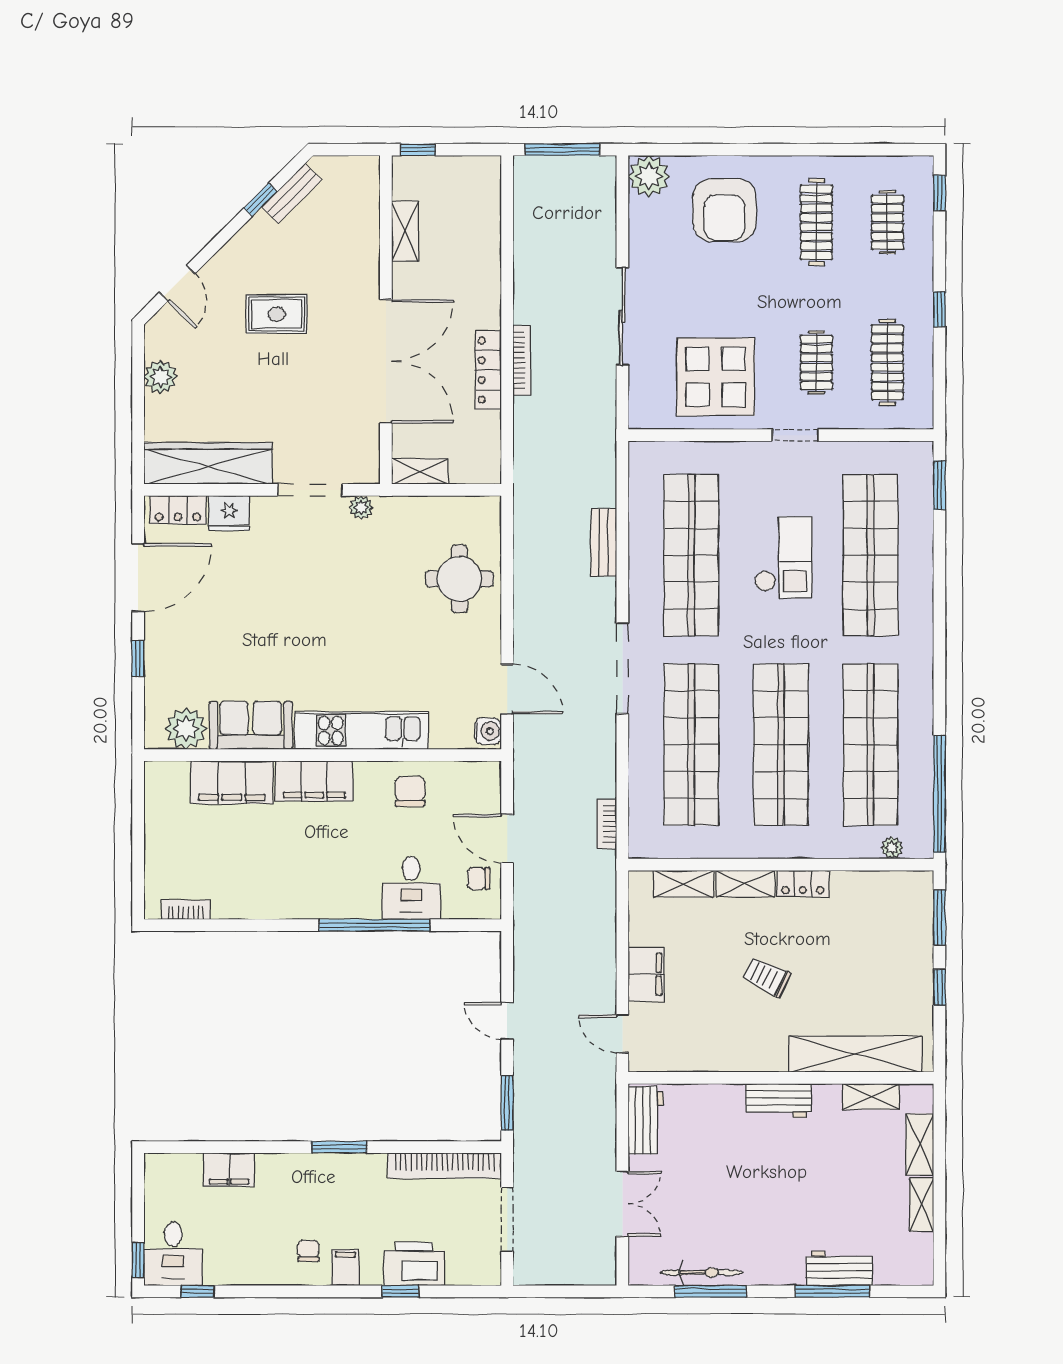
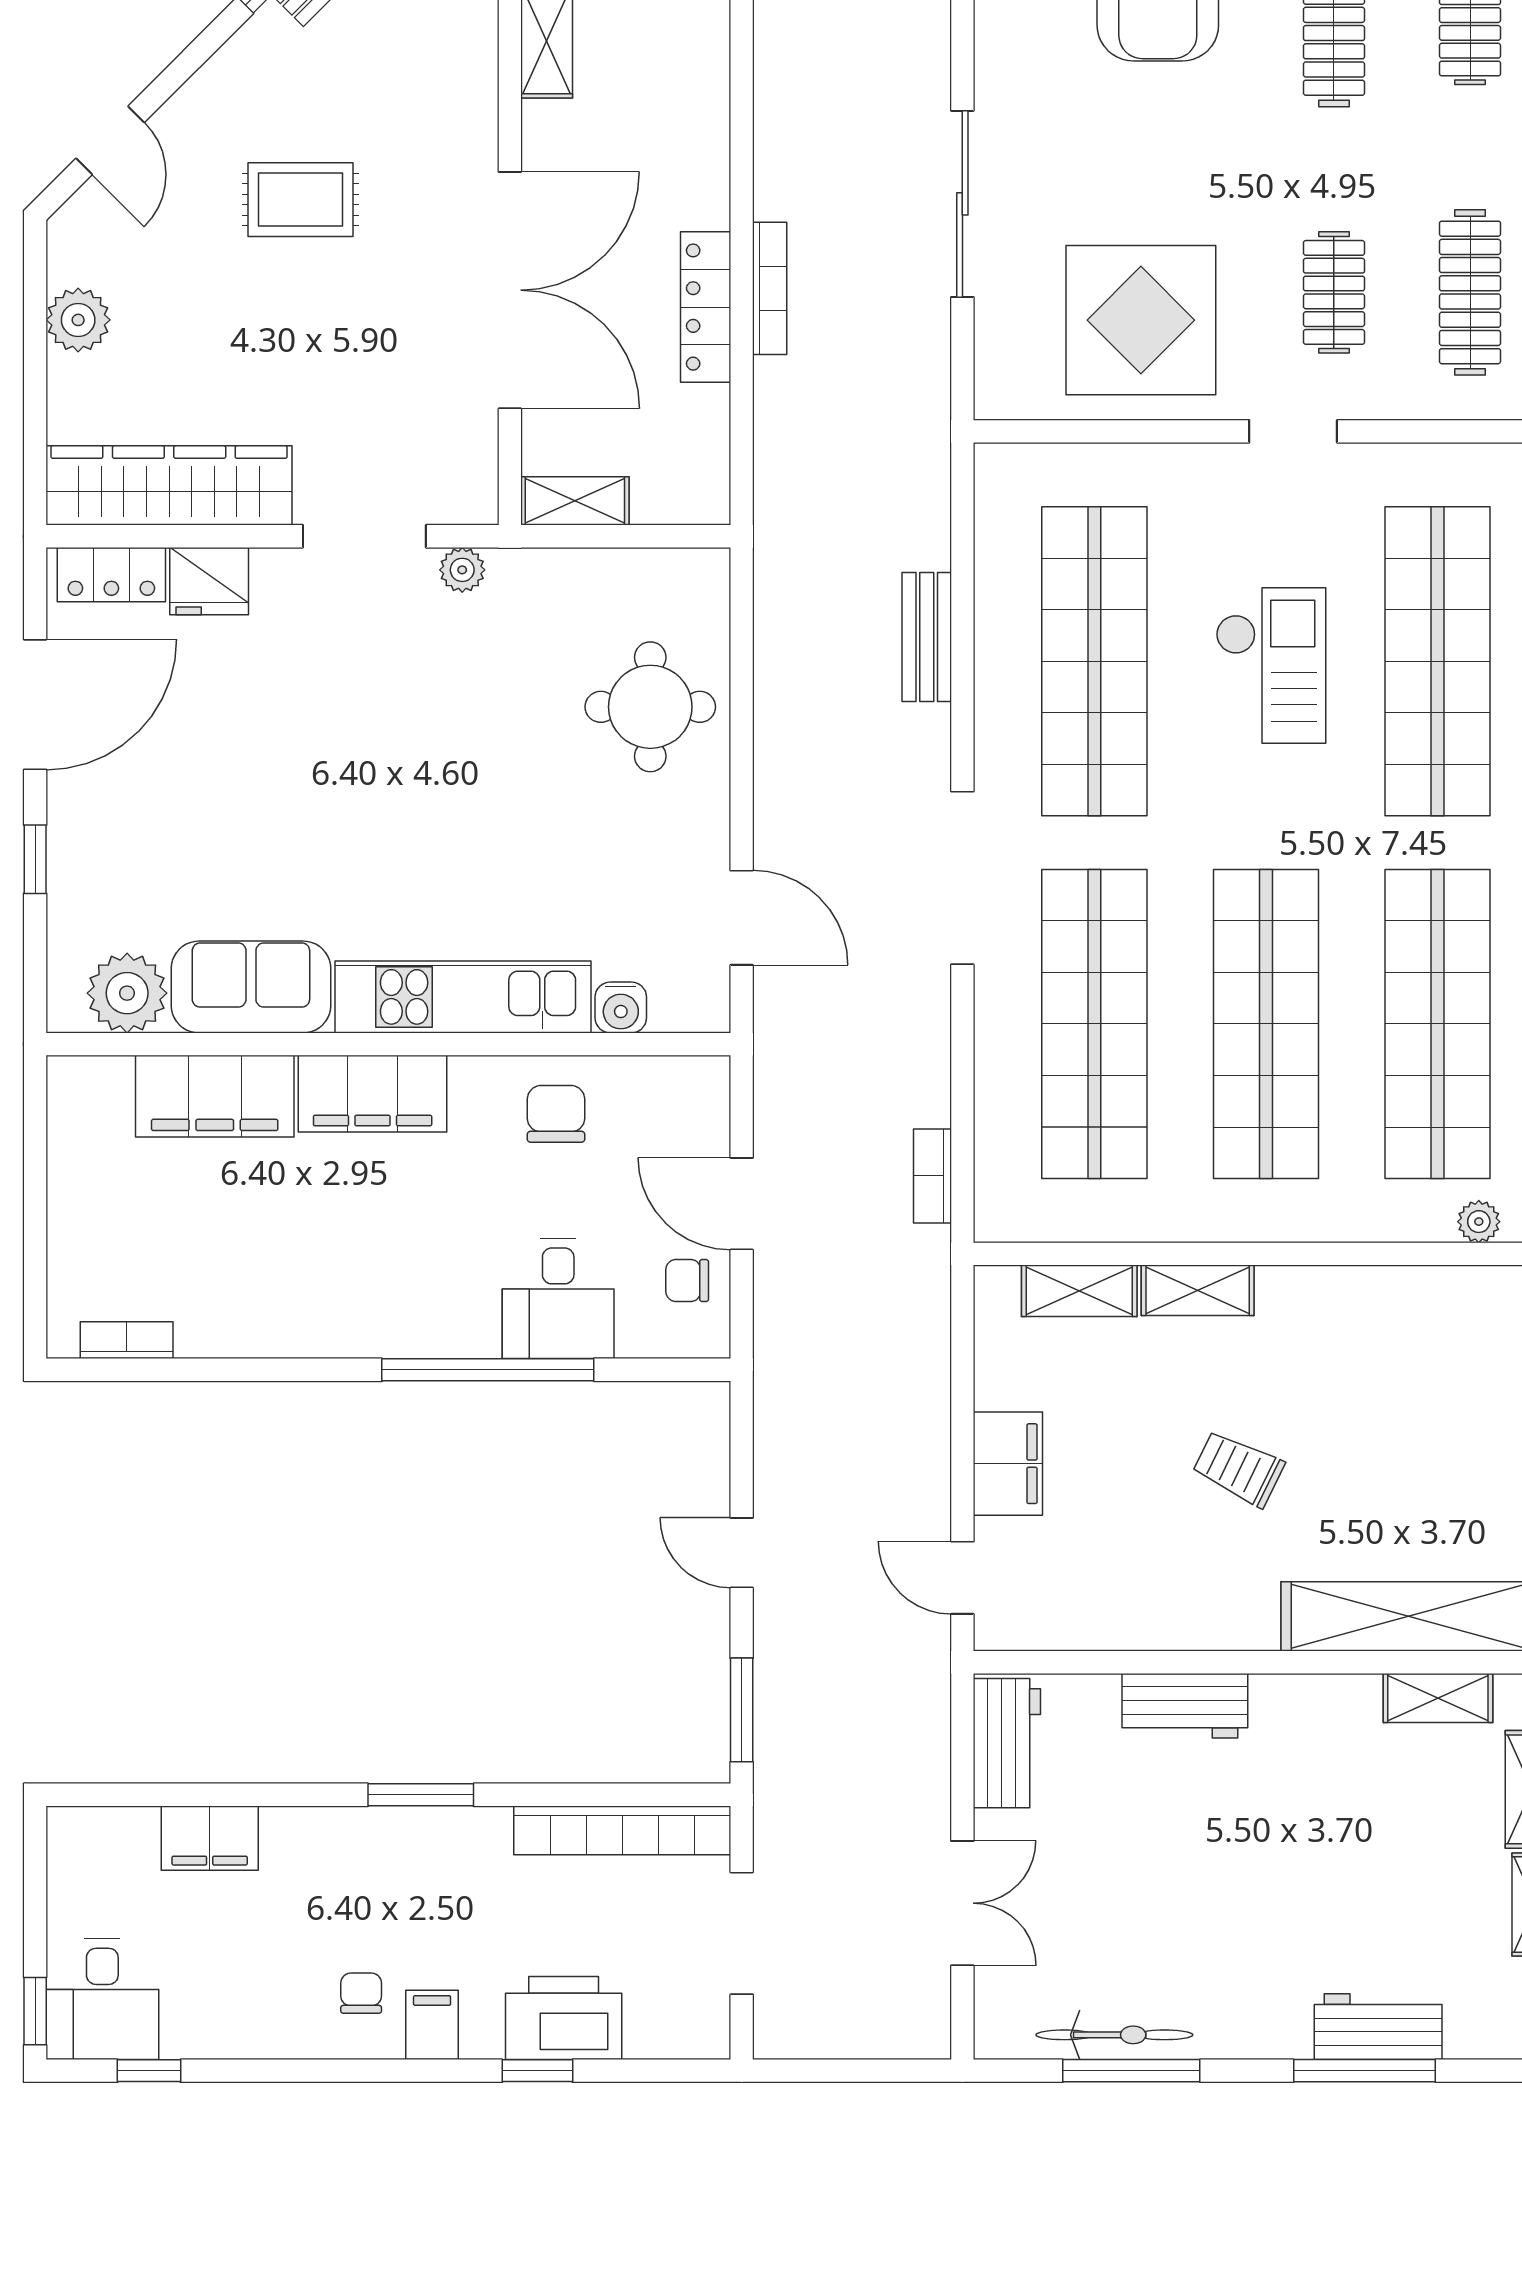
water cooler: (488, 731) -> (621, 1007), moved, turned 90
locker: (803, 884) -> (1308, 1290), removed
workbench: (779, 1101) -> (1185, 1706), moved

